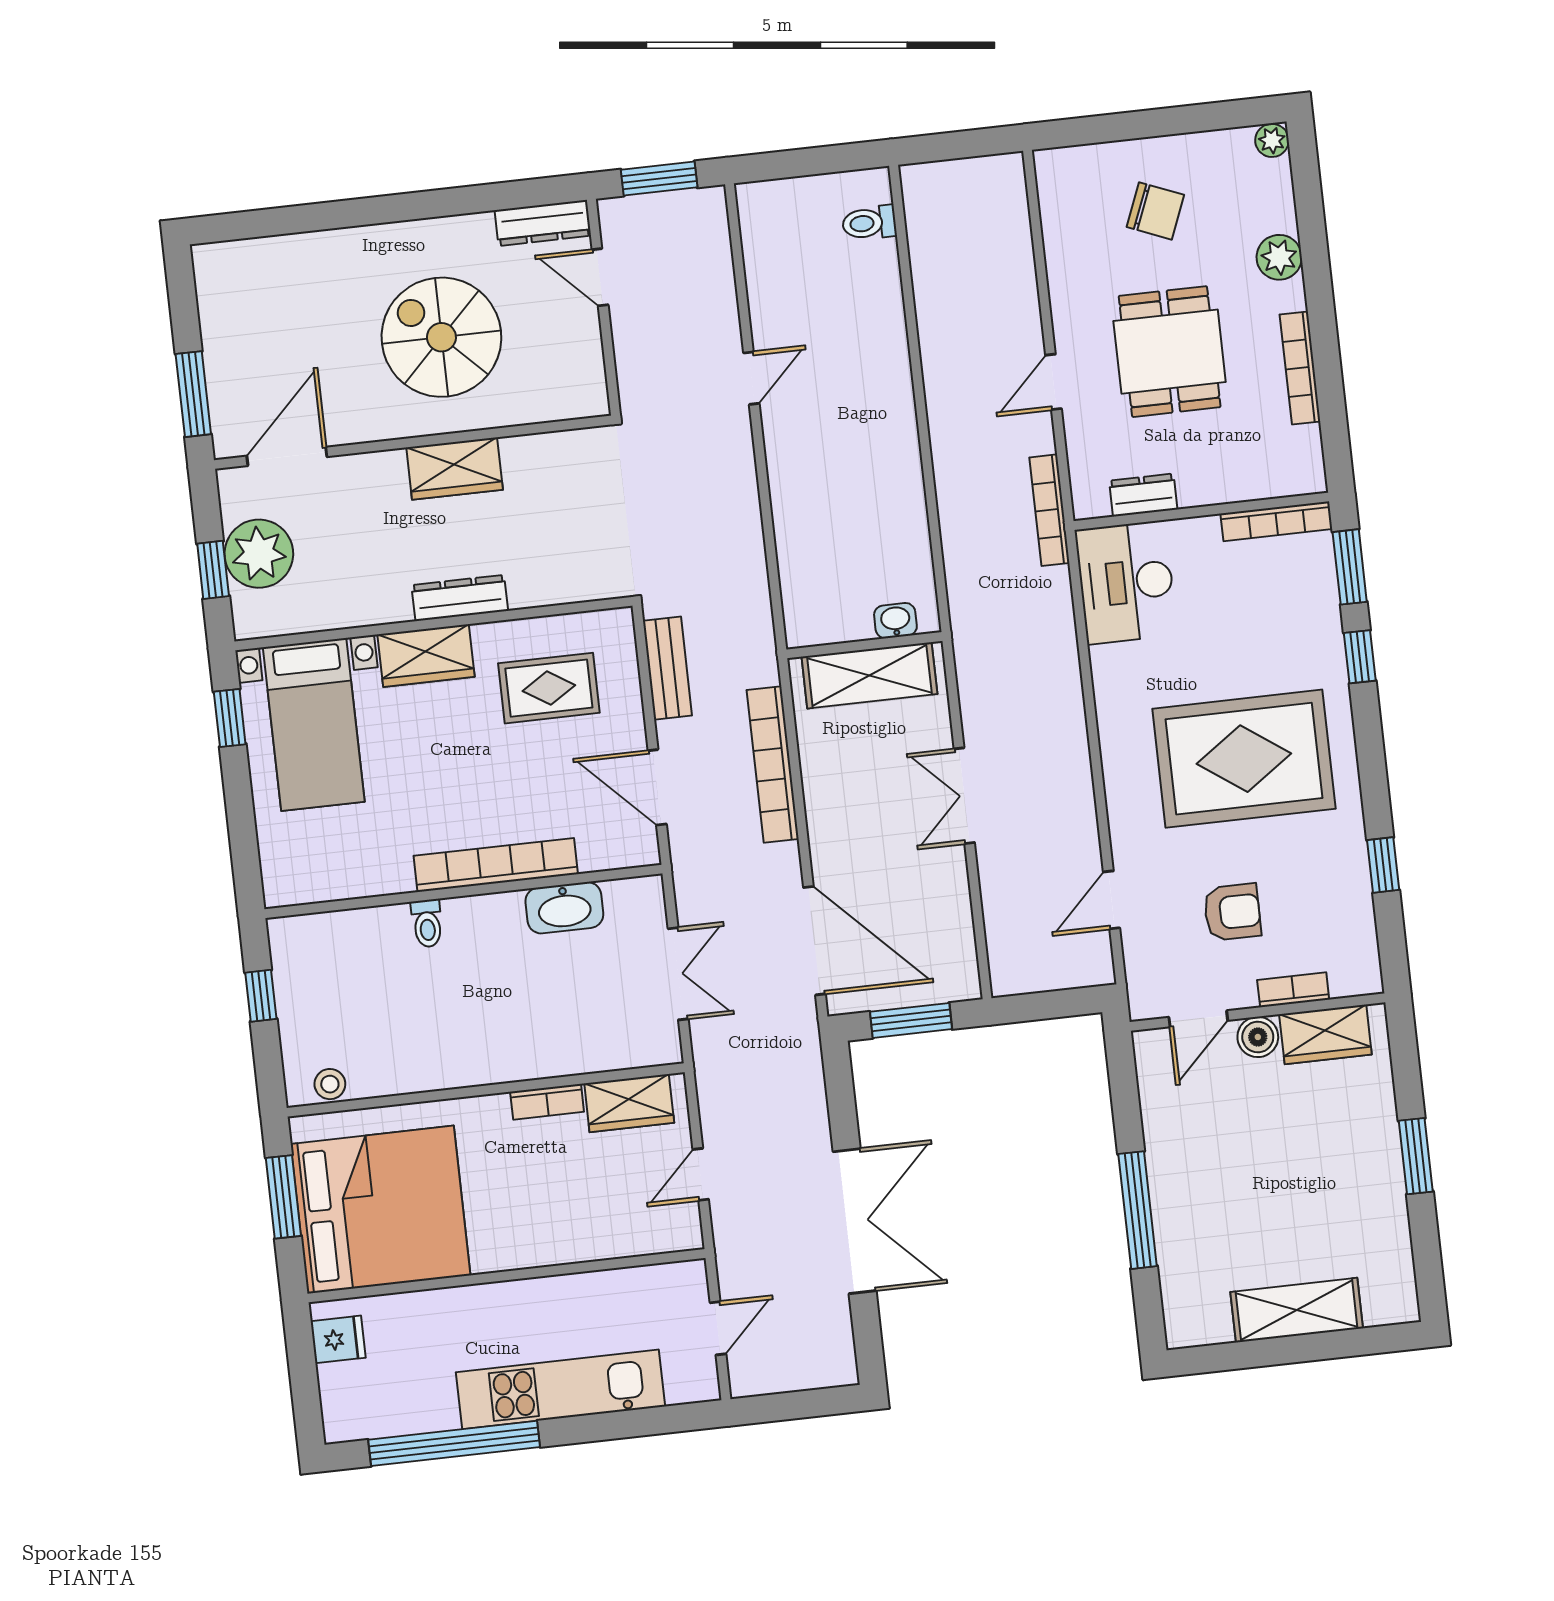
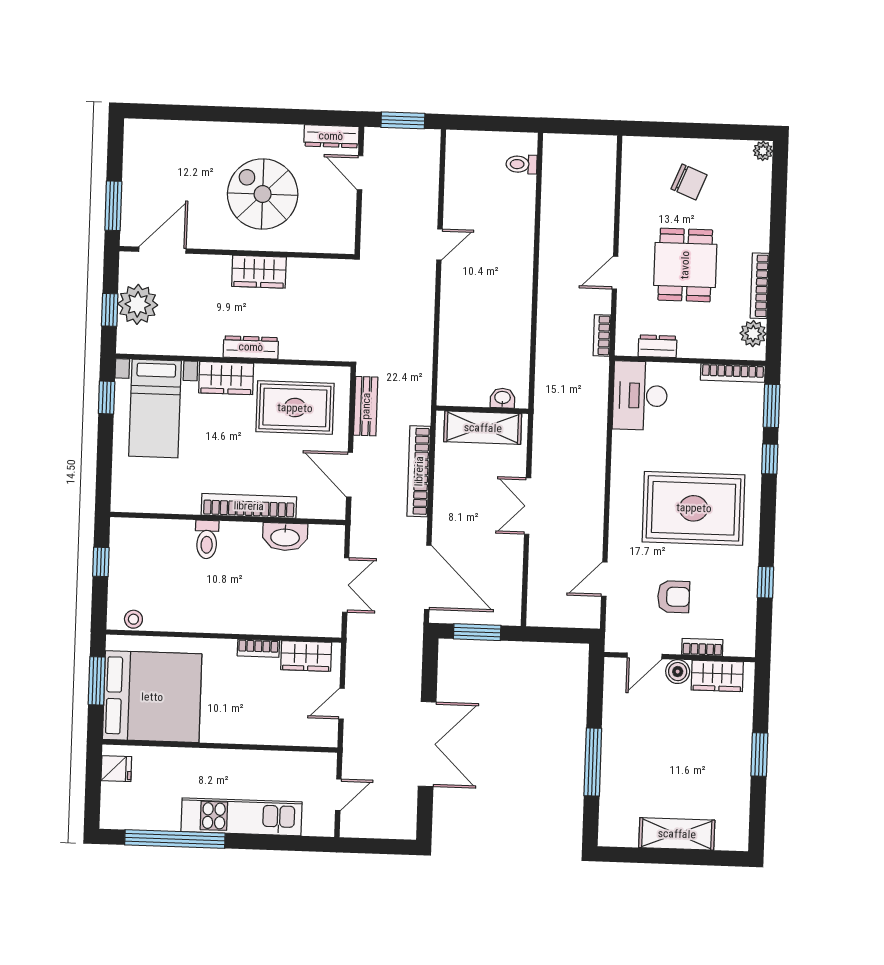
plant: (1279, 257) -> (753, 334), moved
bookcase: (1049, 510) -> (602, 335), width x0.64
rug: (549, 688) -> (295, 408), width x1.36, depth x1.43
toilet: (427, 923) -> (207, 539), width x1.37, depth x1.39

